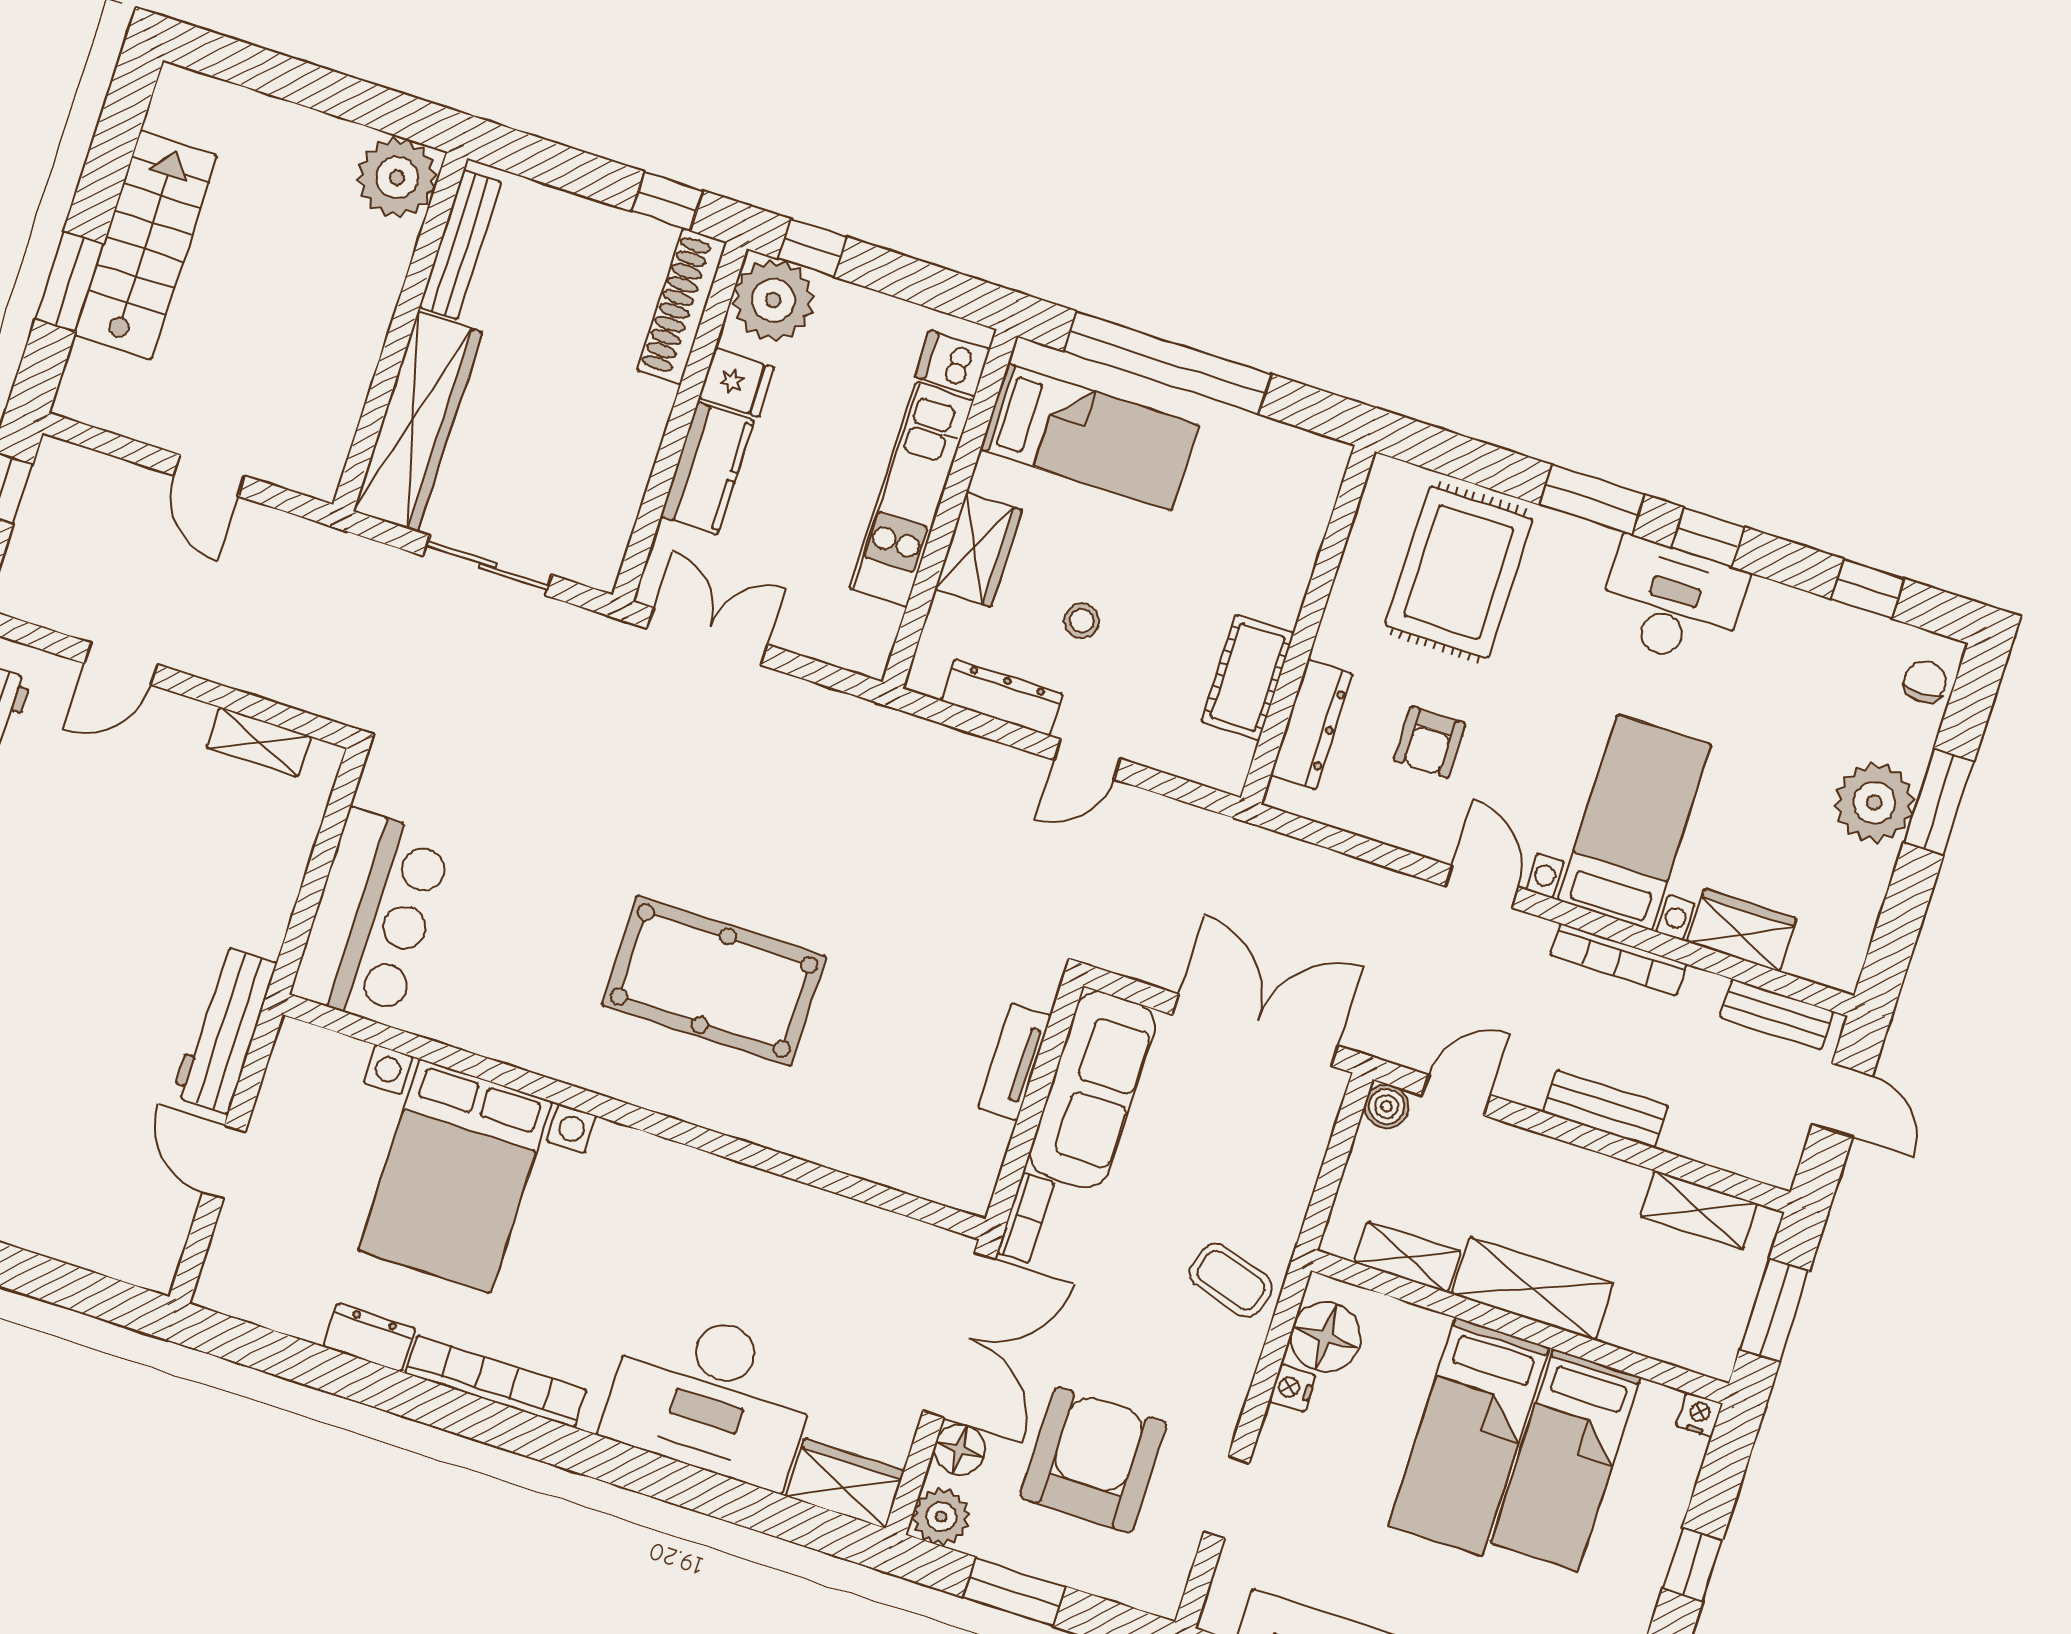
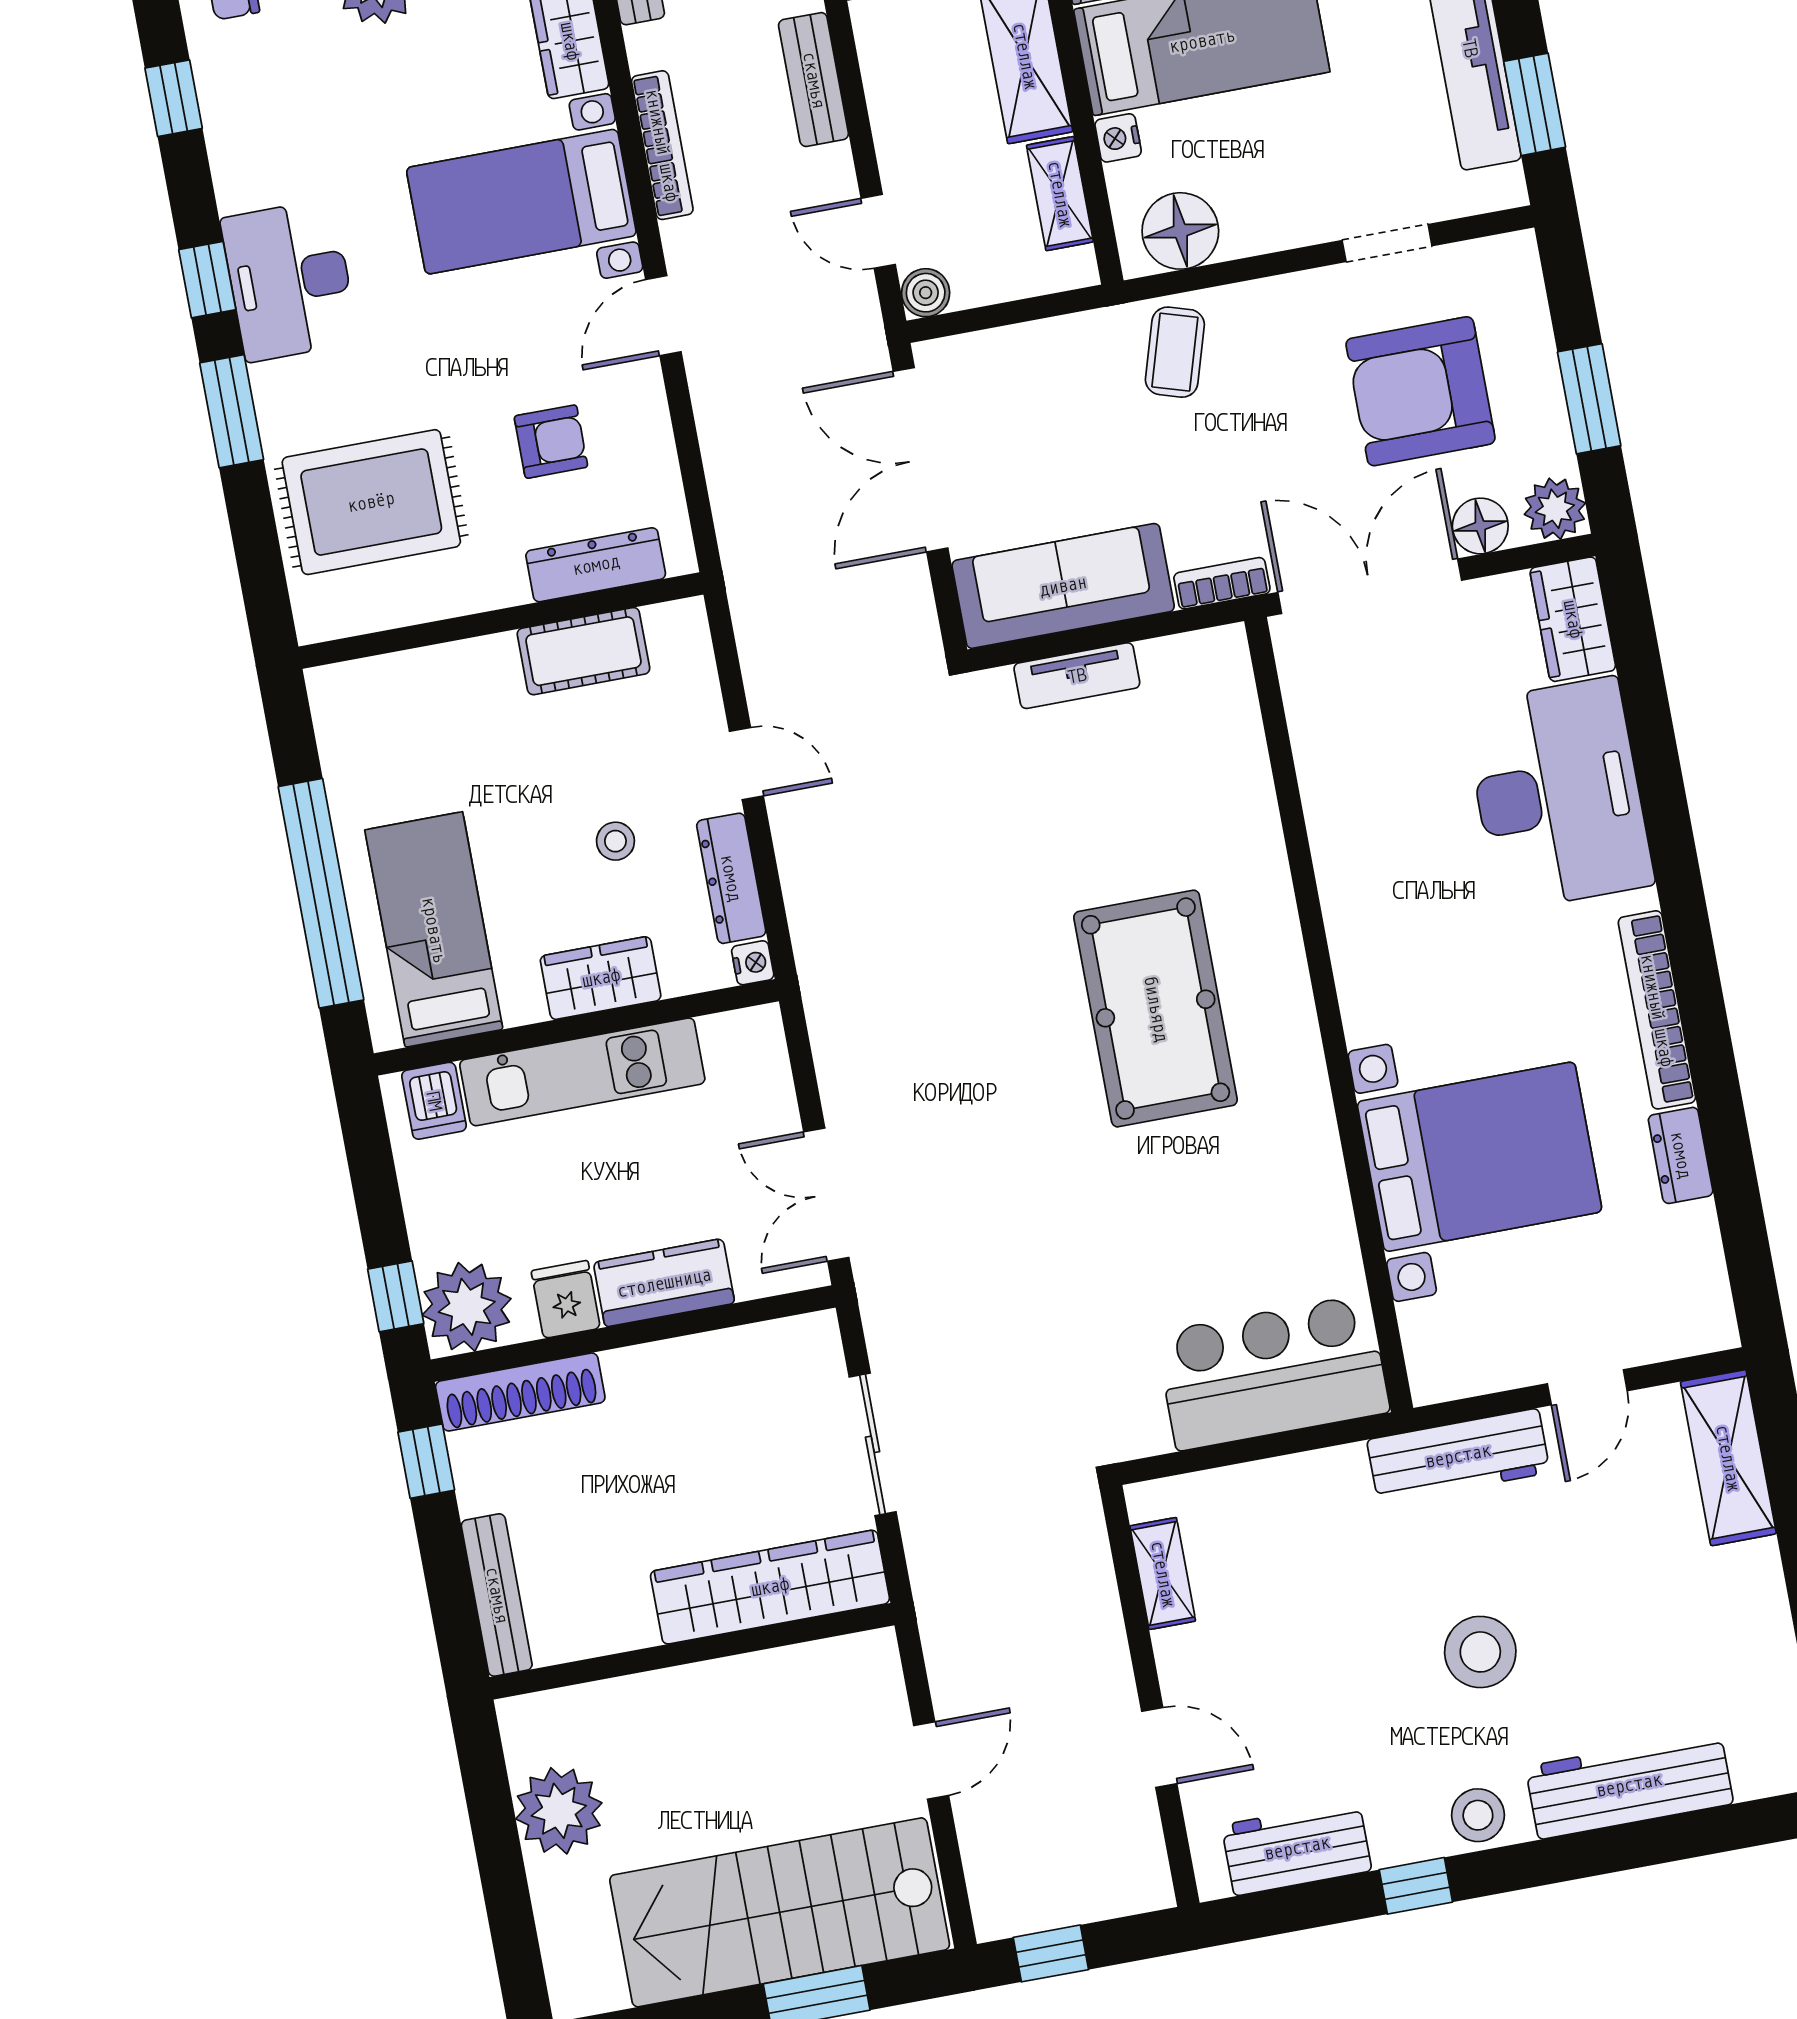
plant: (397, 177) -> (559, 1811), moved
stairs: (146, 245) -> (780, 1912), width x1.36, depth x1.51
bench: (460, 245) -> (497, 1595), moved, turned 90
nightstand: (925, 678) -> (753, 963), added
stool: (58, 962) -> (1480, 1652), added
shelving: (106, 1245) -> (1728, 1458), added
nightstand: (1292, 1388) -> (1118, 138), moved, turned 90

